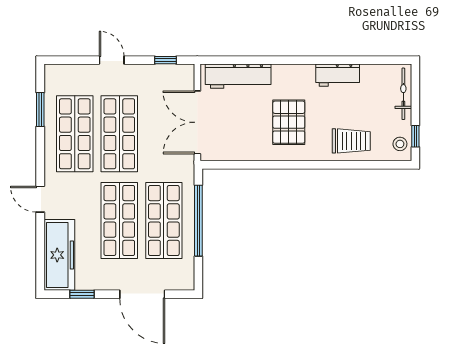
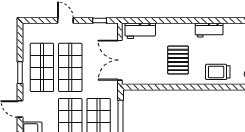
workbench: (238, 76) -> (140, 31), width x0.73
window: (40, 109) -> (20, 73), moved
trolley: (351, 141) -> (218, 72), turned 180

